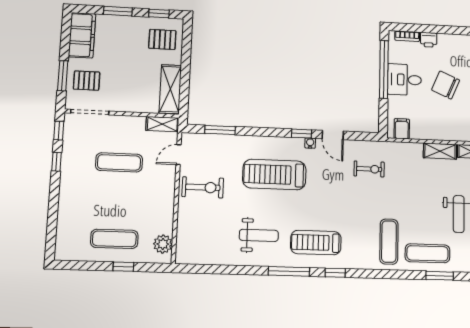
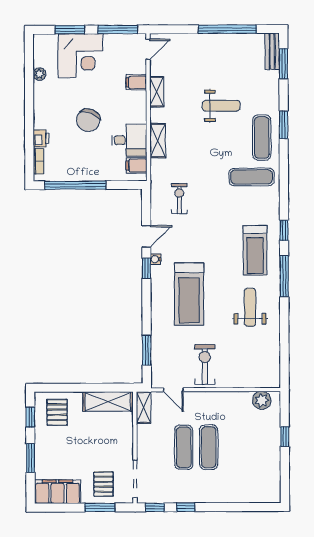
desk: (404, 80) -> (129, 140), moved, turned -90
shelving: (440, 151) -> (158, 140), moved
exercise mat: (114, 239) -> (209, 447), moved

